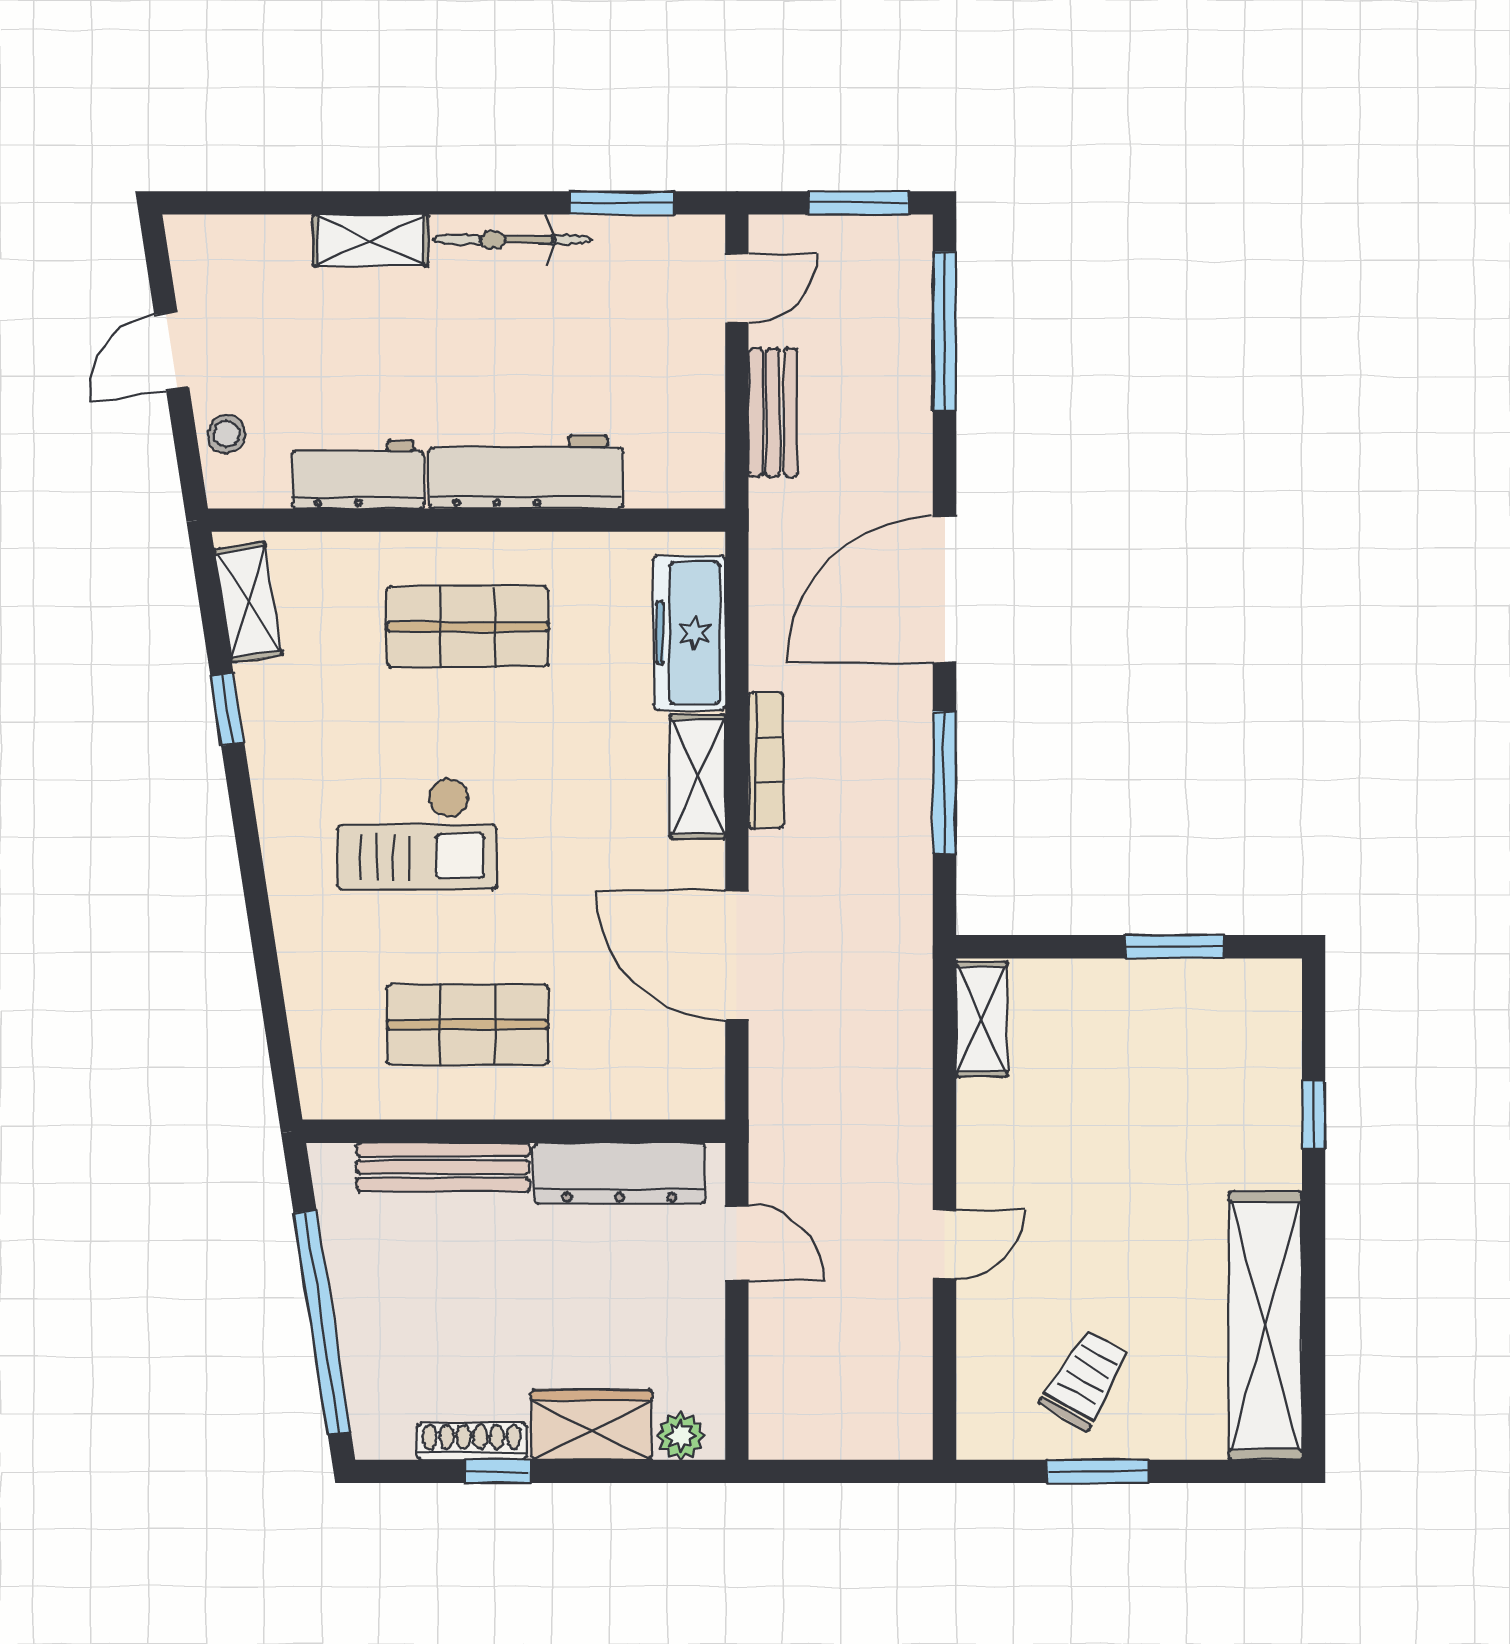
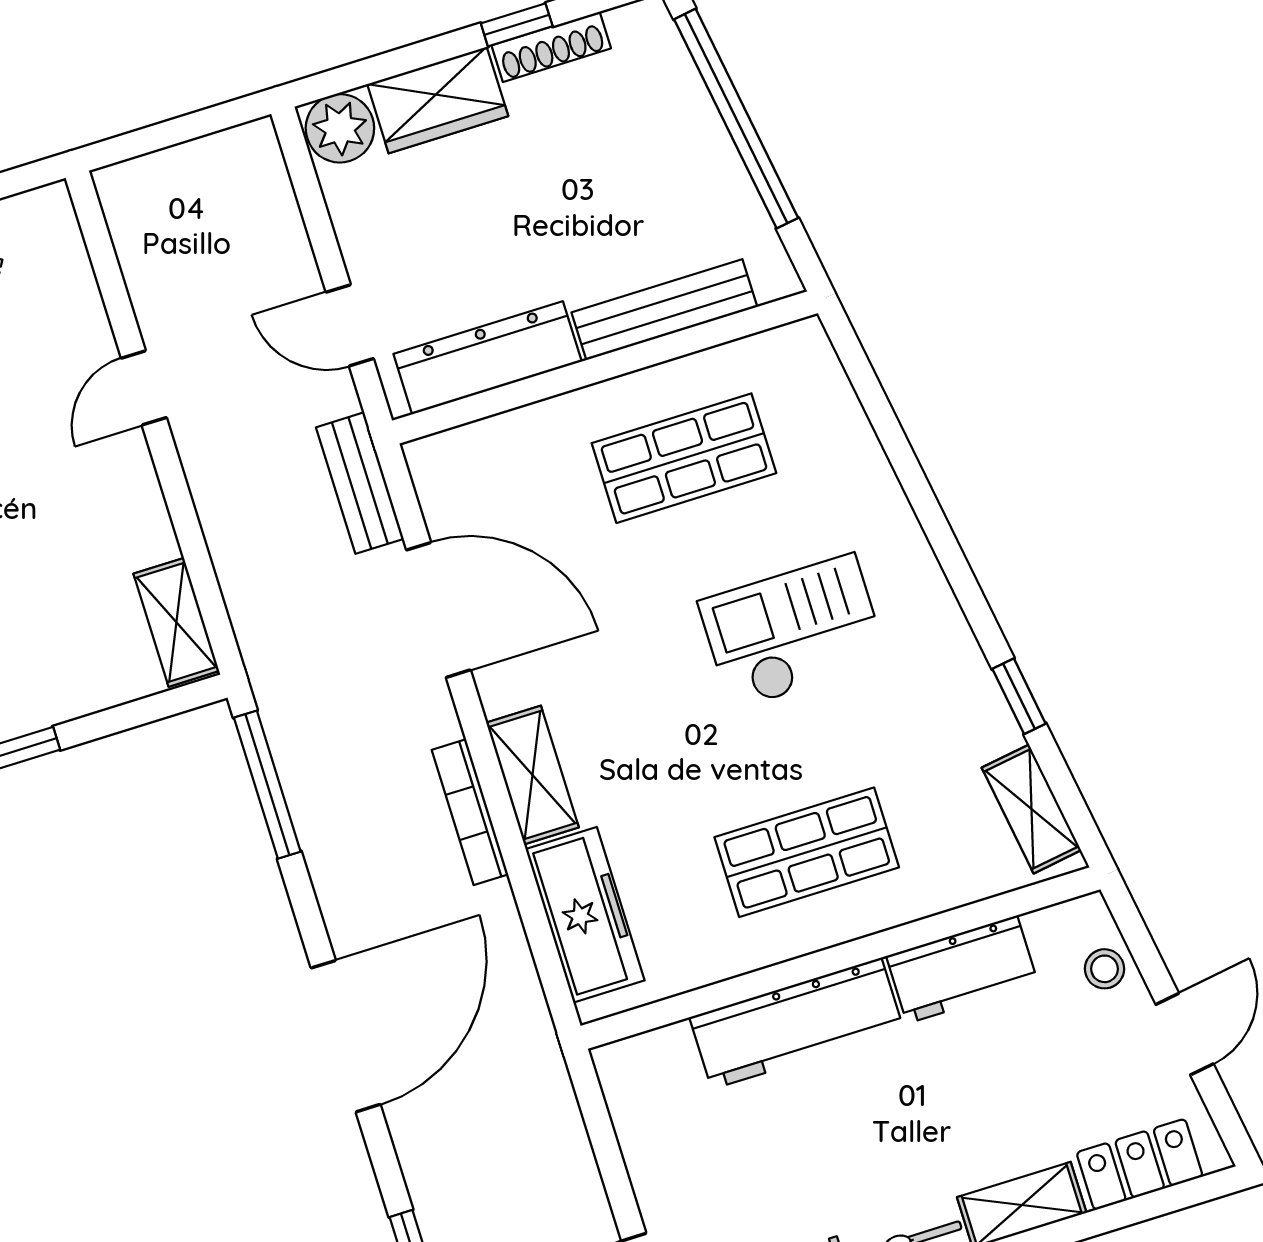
locker: (250, 244) -> (1140, 1164), added
bench: (773, 412) -> (360, 483), moved
window: (945, 783) -> (267, 785), moved
plant: (681, 1436) -> (340, 128), width x1.38, depth x1.38

